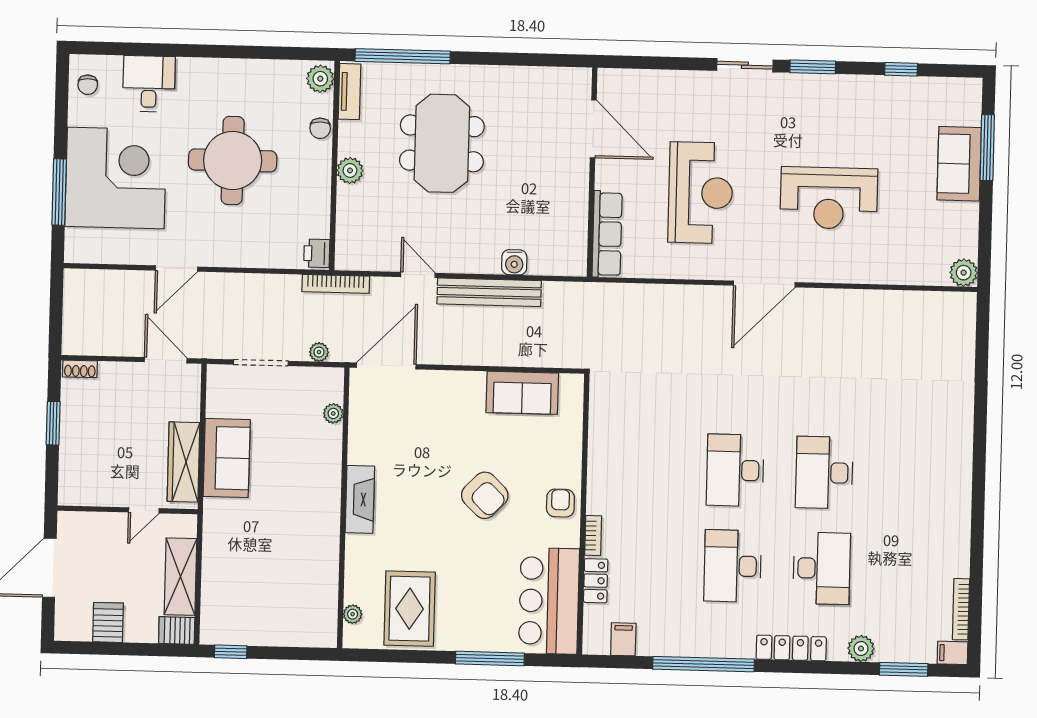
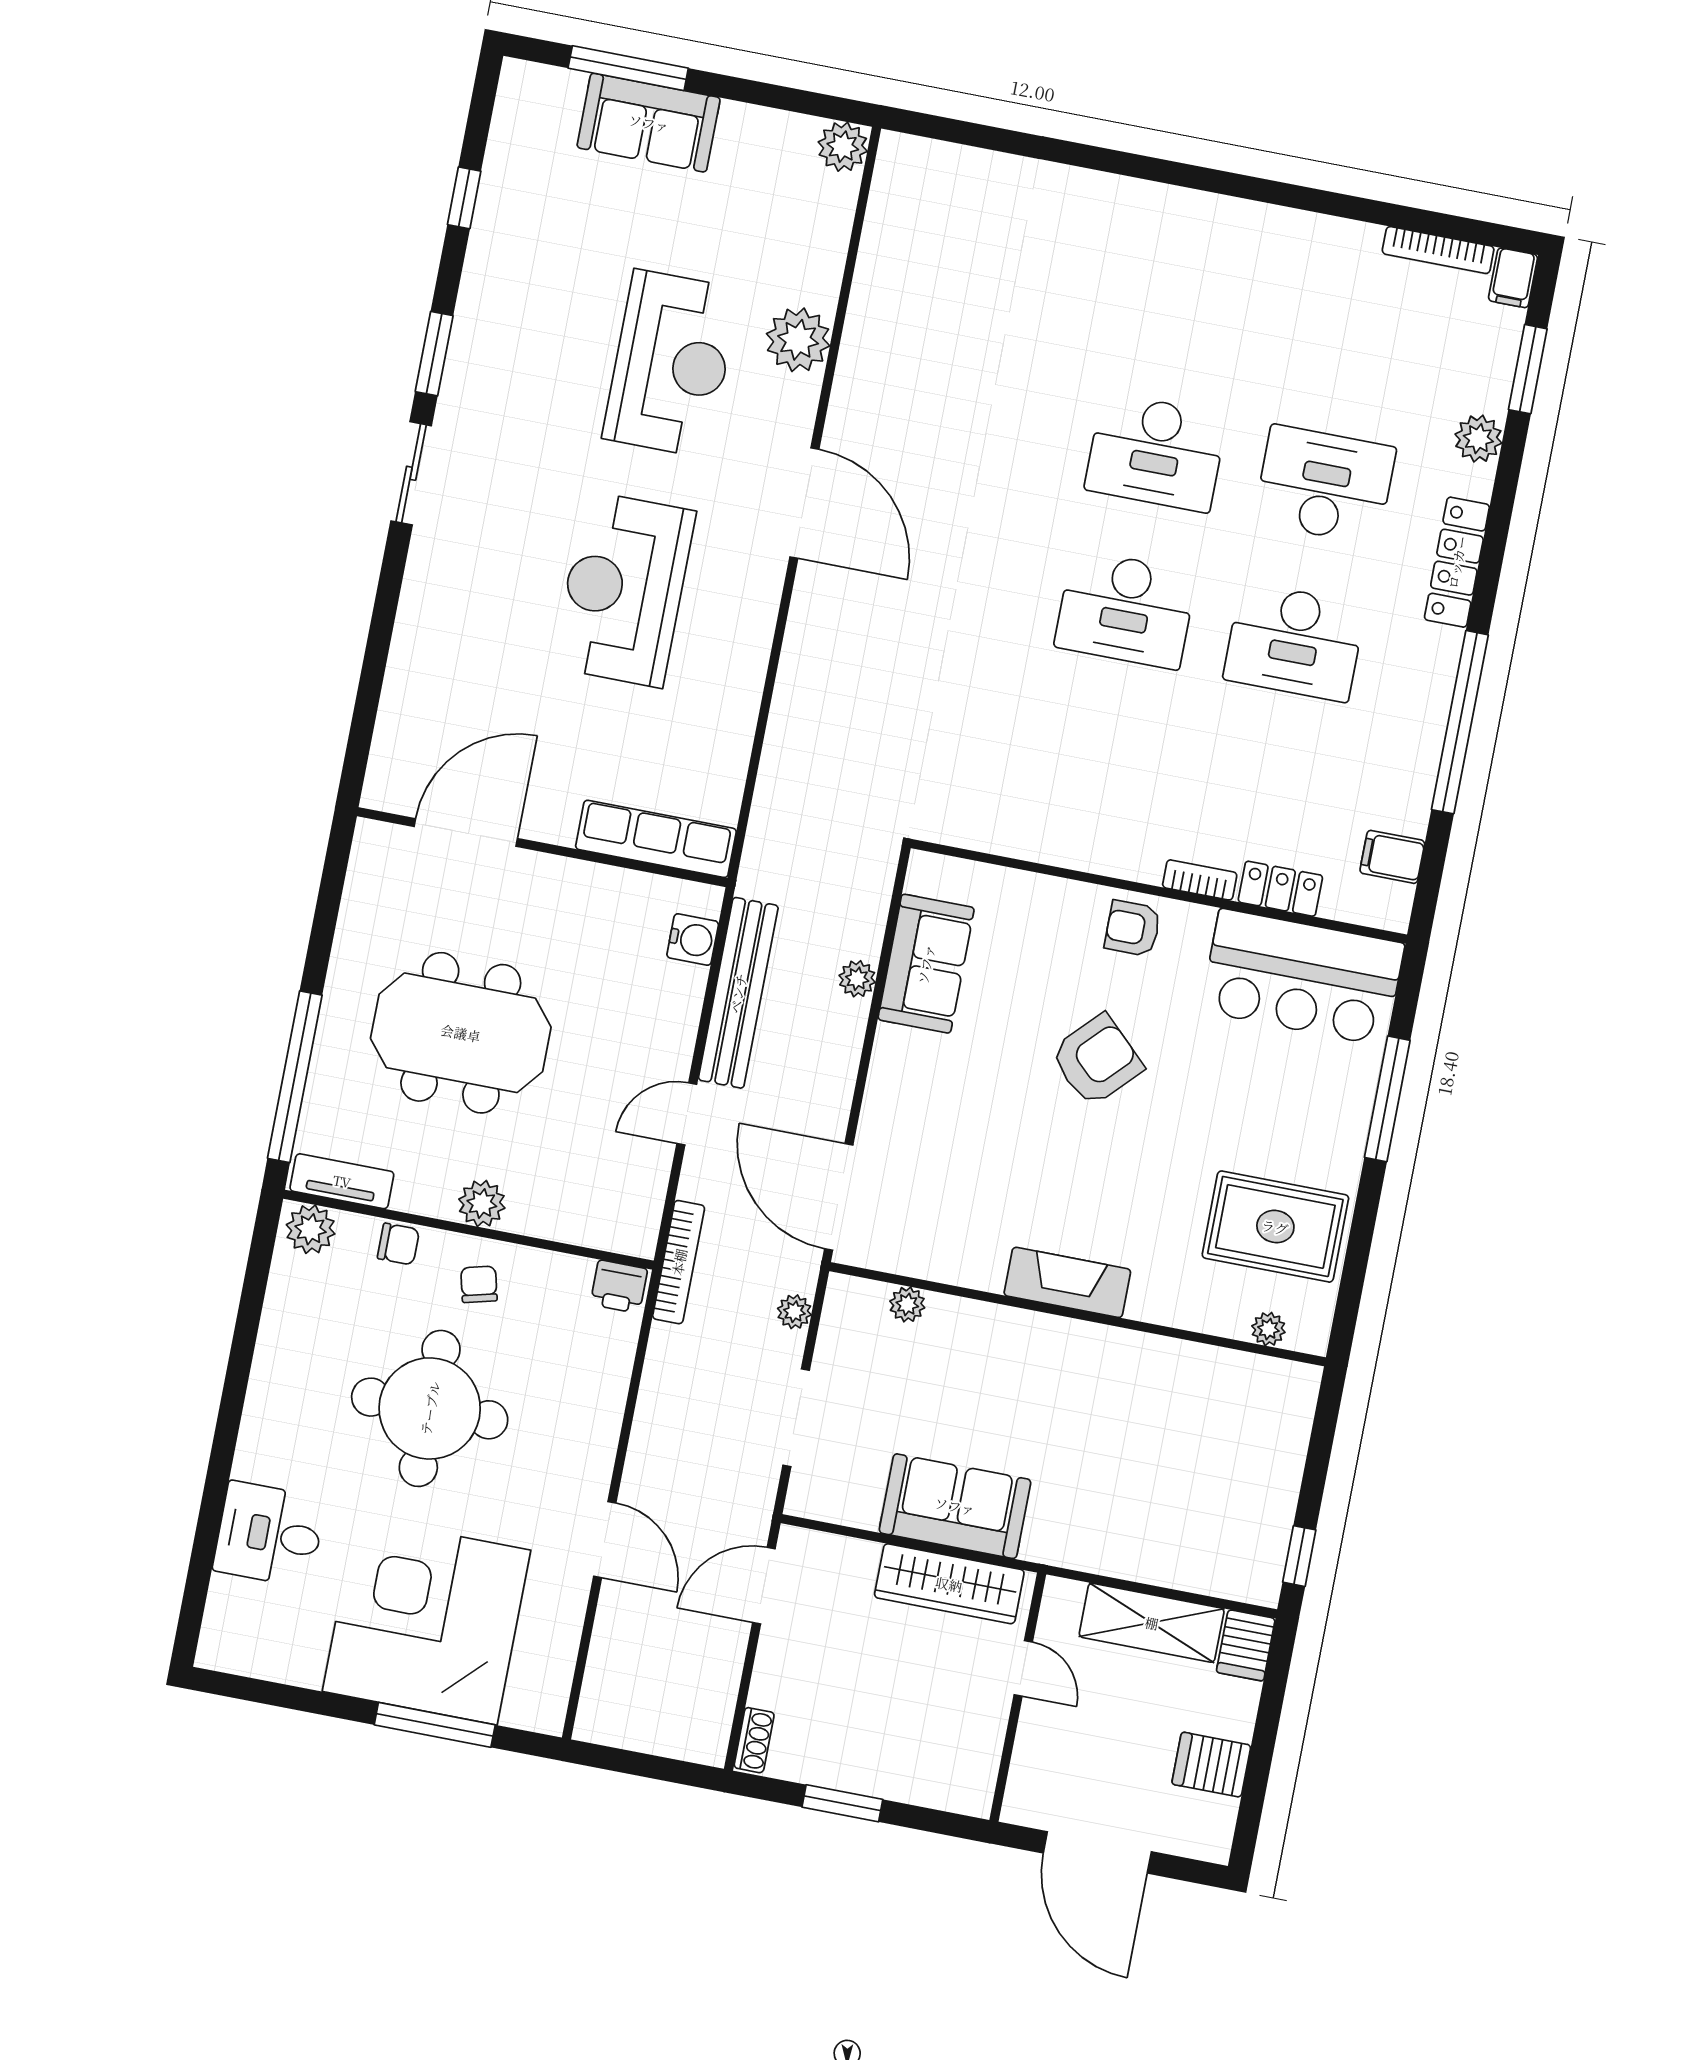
chair: (88, 85) -> (479, 1284), moved, turned -104
door: (593, 129) -> (466, 833), moved
wall: (592, 172) -> (542, 847), moved
reception desk: (700, 193) -> (624, 589), turned -90
row of seats: (607, 234) -> (656, 839), moved
plant: (853, 266) -> (798, 340), added
plant: (508, 356) -> (857, 979), added

